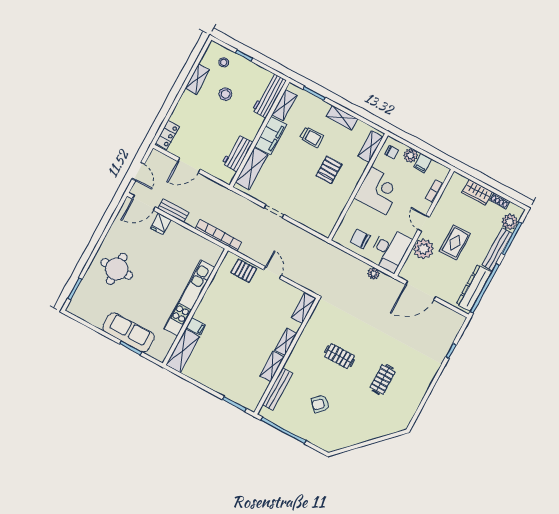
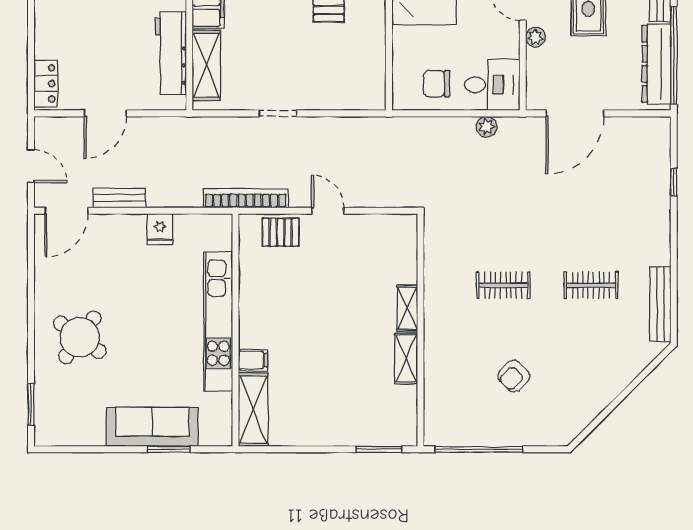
workbench: (237, 153) -> (171, 53), width x1.38
fridge: (161, 224) -> (160, 229), moved
bookcase: (218, 235) -> (246, 198), moved
plant: (423, 249) -> (536, 37), width x0.53, depth x0.53
desk: (390, 250) -> (492, 85), width x0.73
round table: (117, 269) -> (80, 337), turned 36
shelving: (303, 308) -> (406, 241), removed
clothes rail: (383, 380) -> (591, 285), turned 90
bench: (277, 389) -> (660, 304), moved

